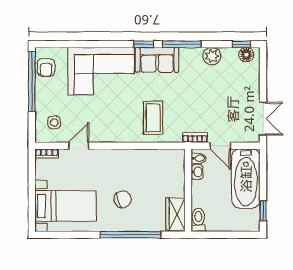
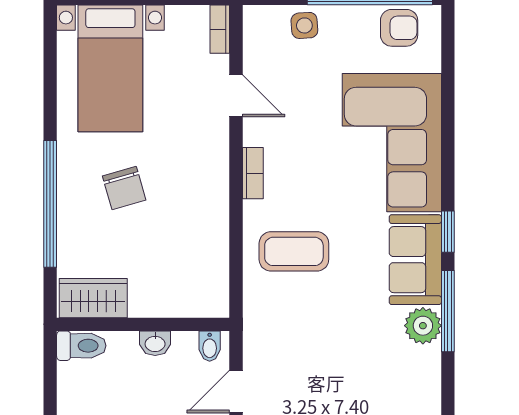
plant: (212, 56) -> (423, 326), moved
armchair: (46, 68) -> (399, 28), turned 180
side table: (54, 122) -> (304, 25), moved
bookcase: (195, 138) -> (253, 173), moved
washbasin: (197, 172) -> (155, 343), moved

